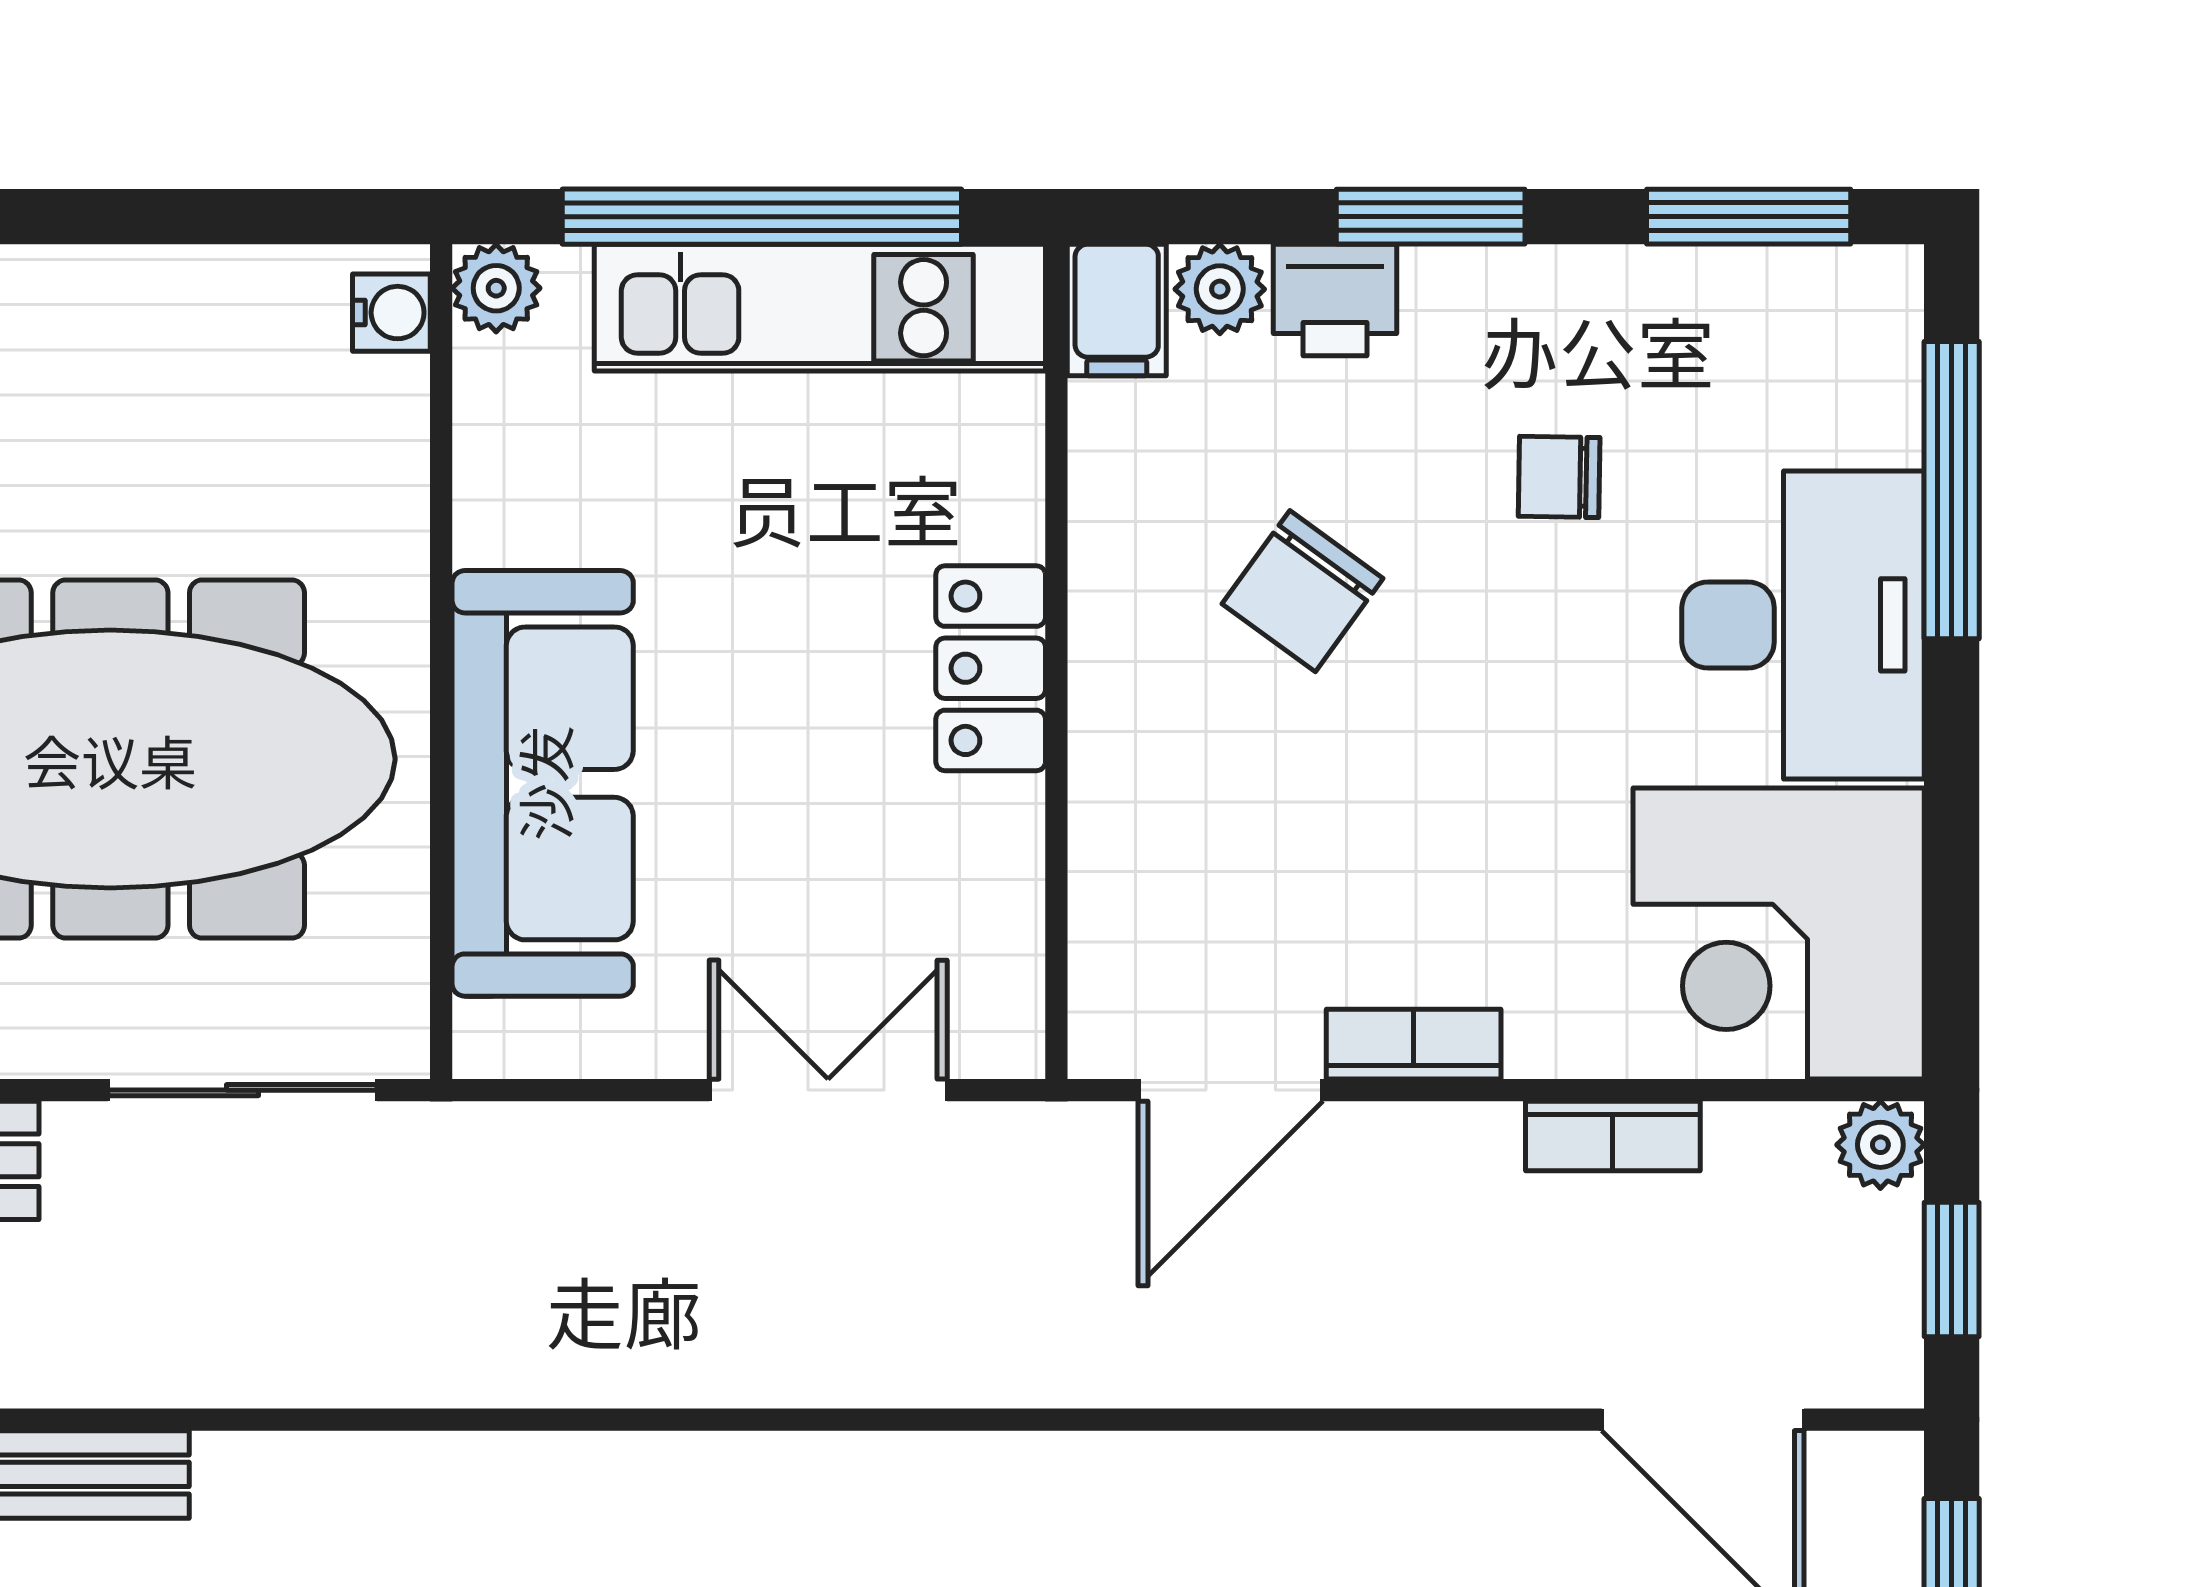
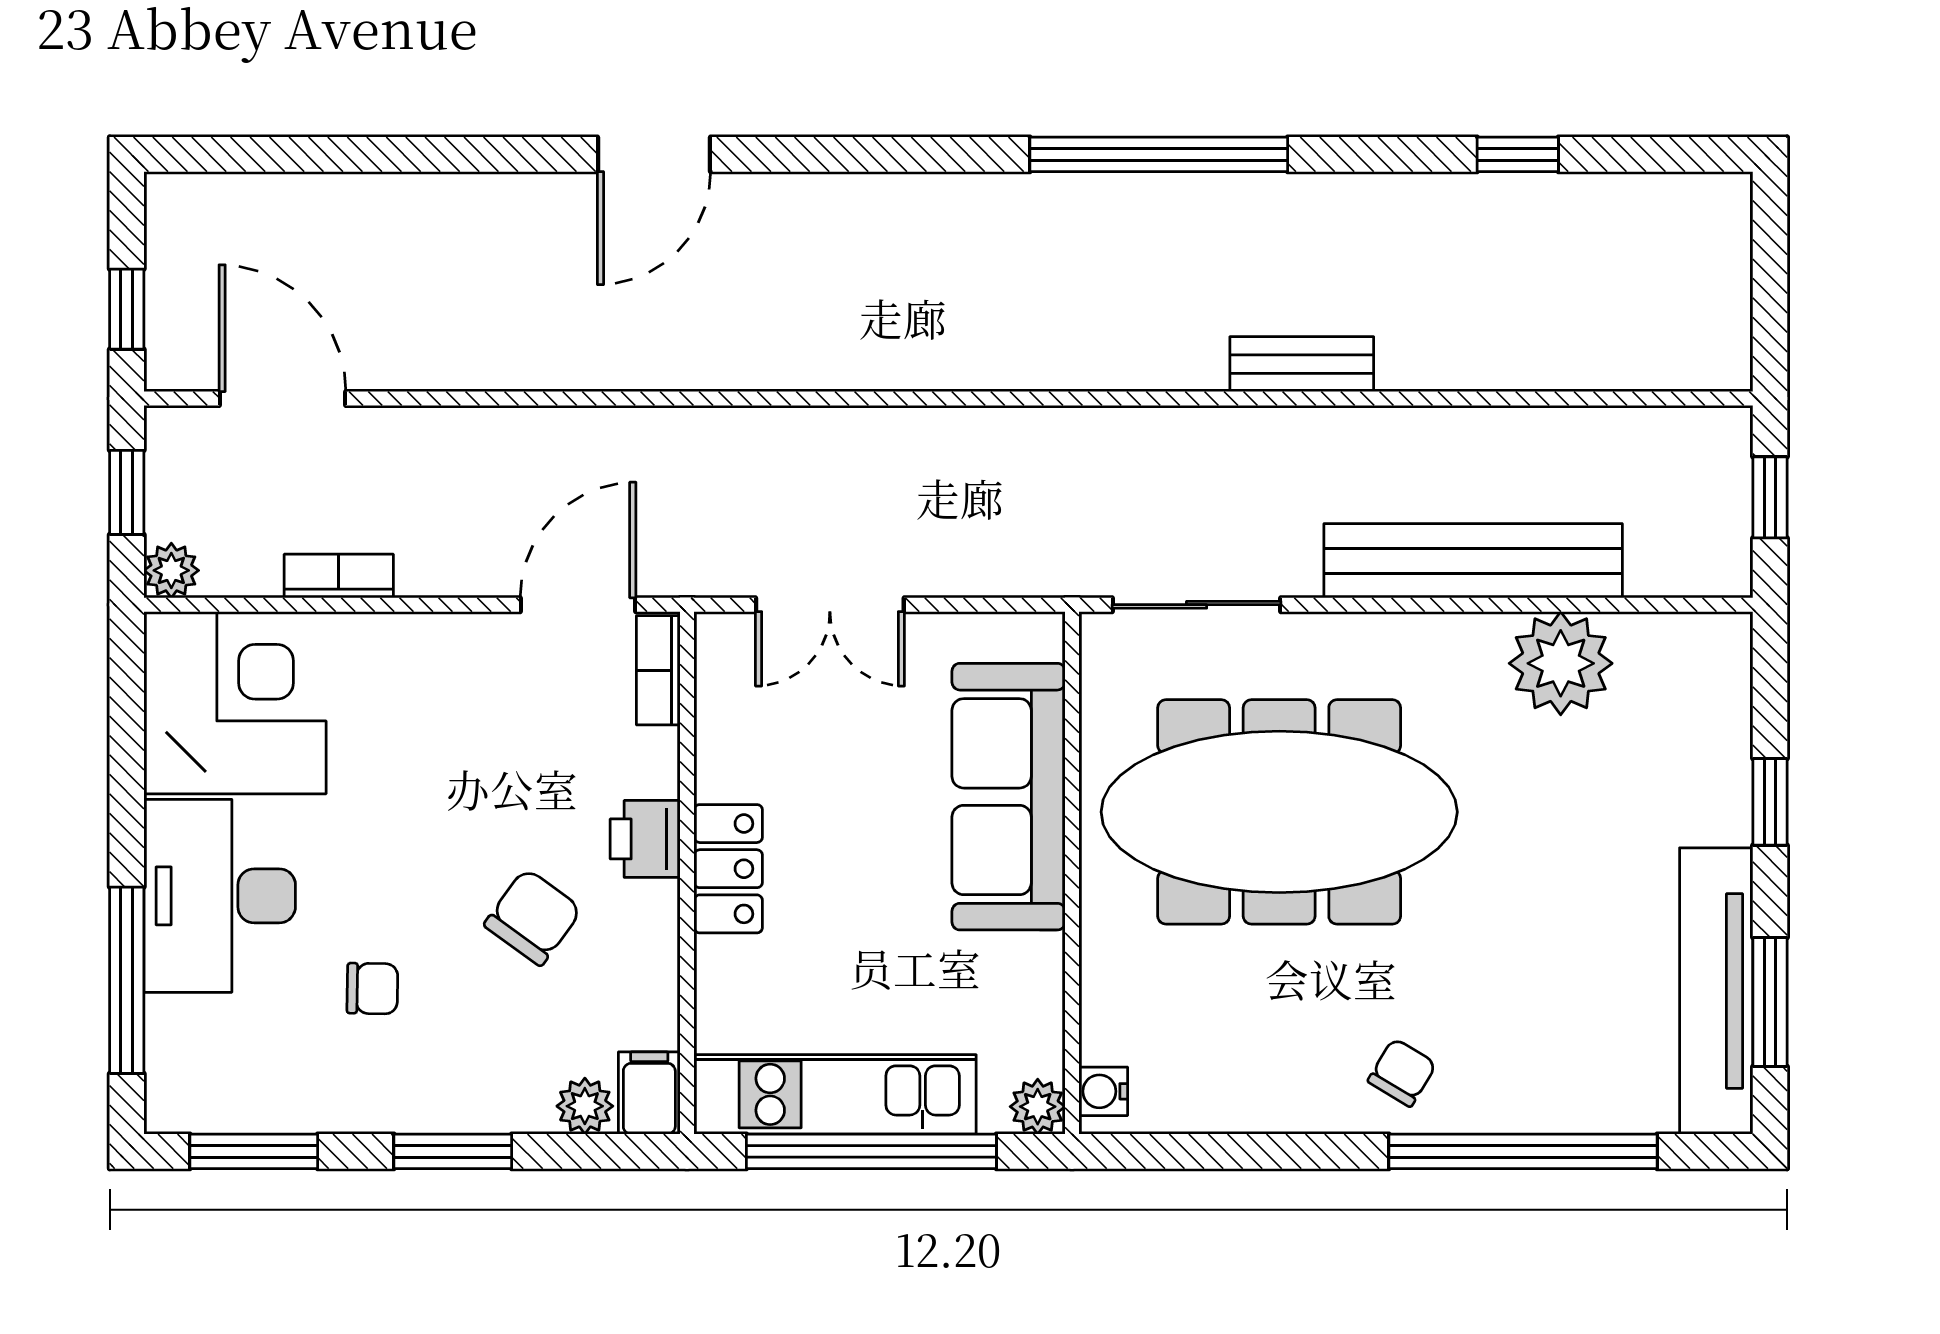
printer: (1335, 300) -> (645, 839), moved, turned -90
bookcase: (1414, 1044) -> (658, 670), moved, turned 90

